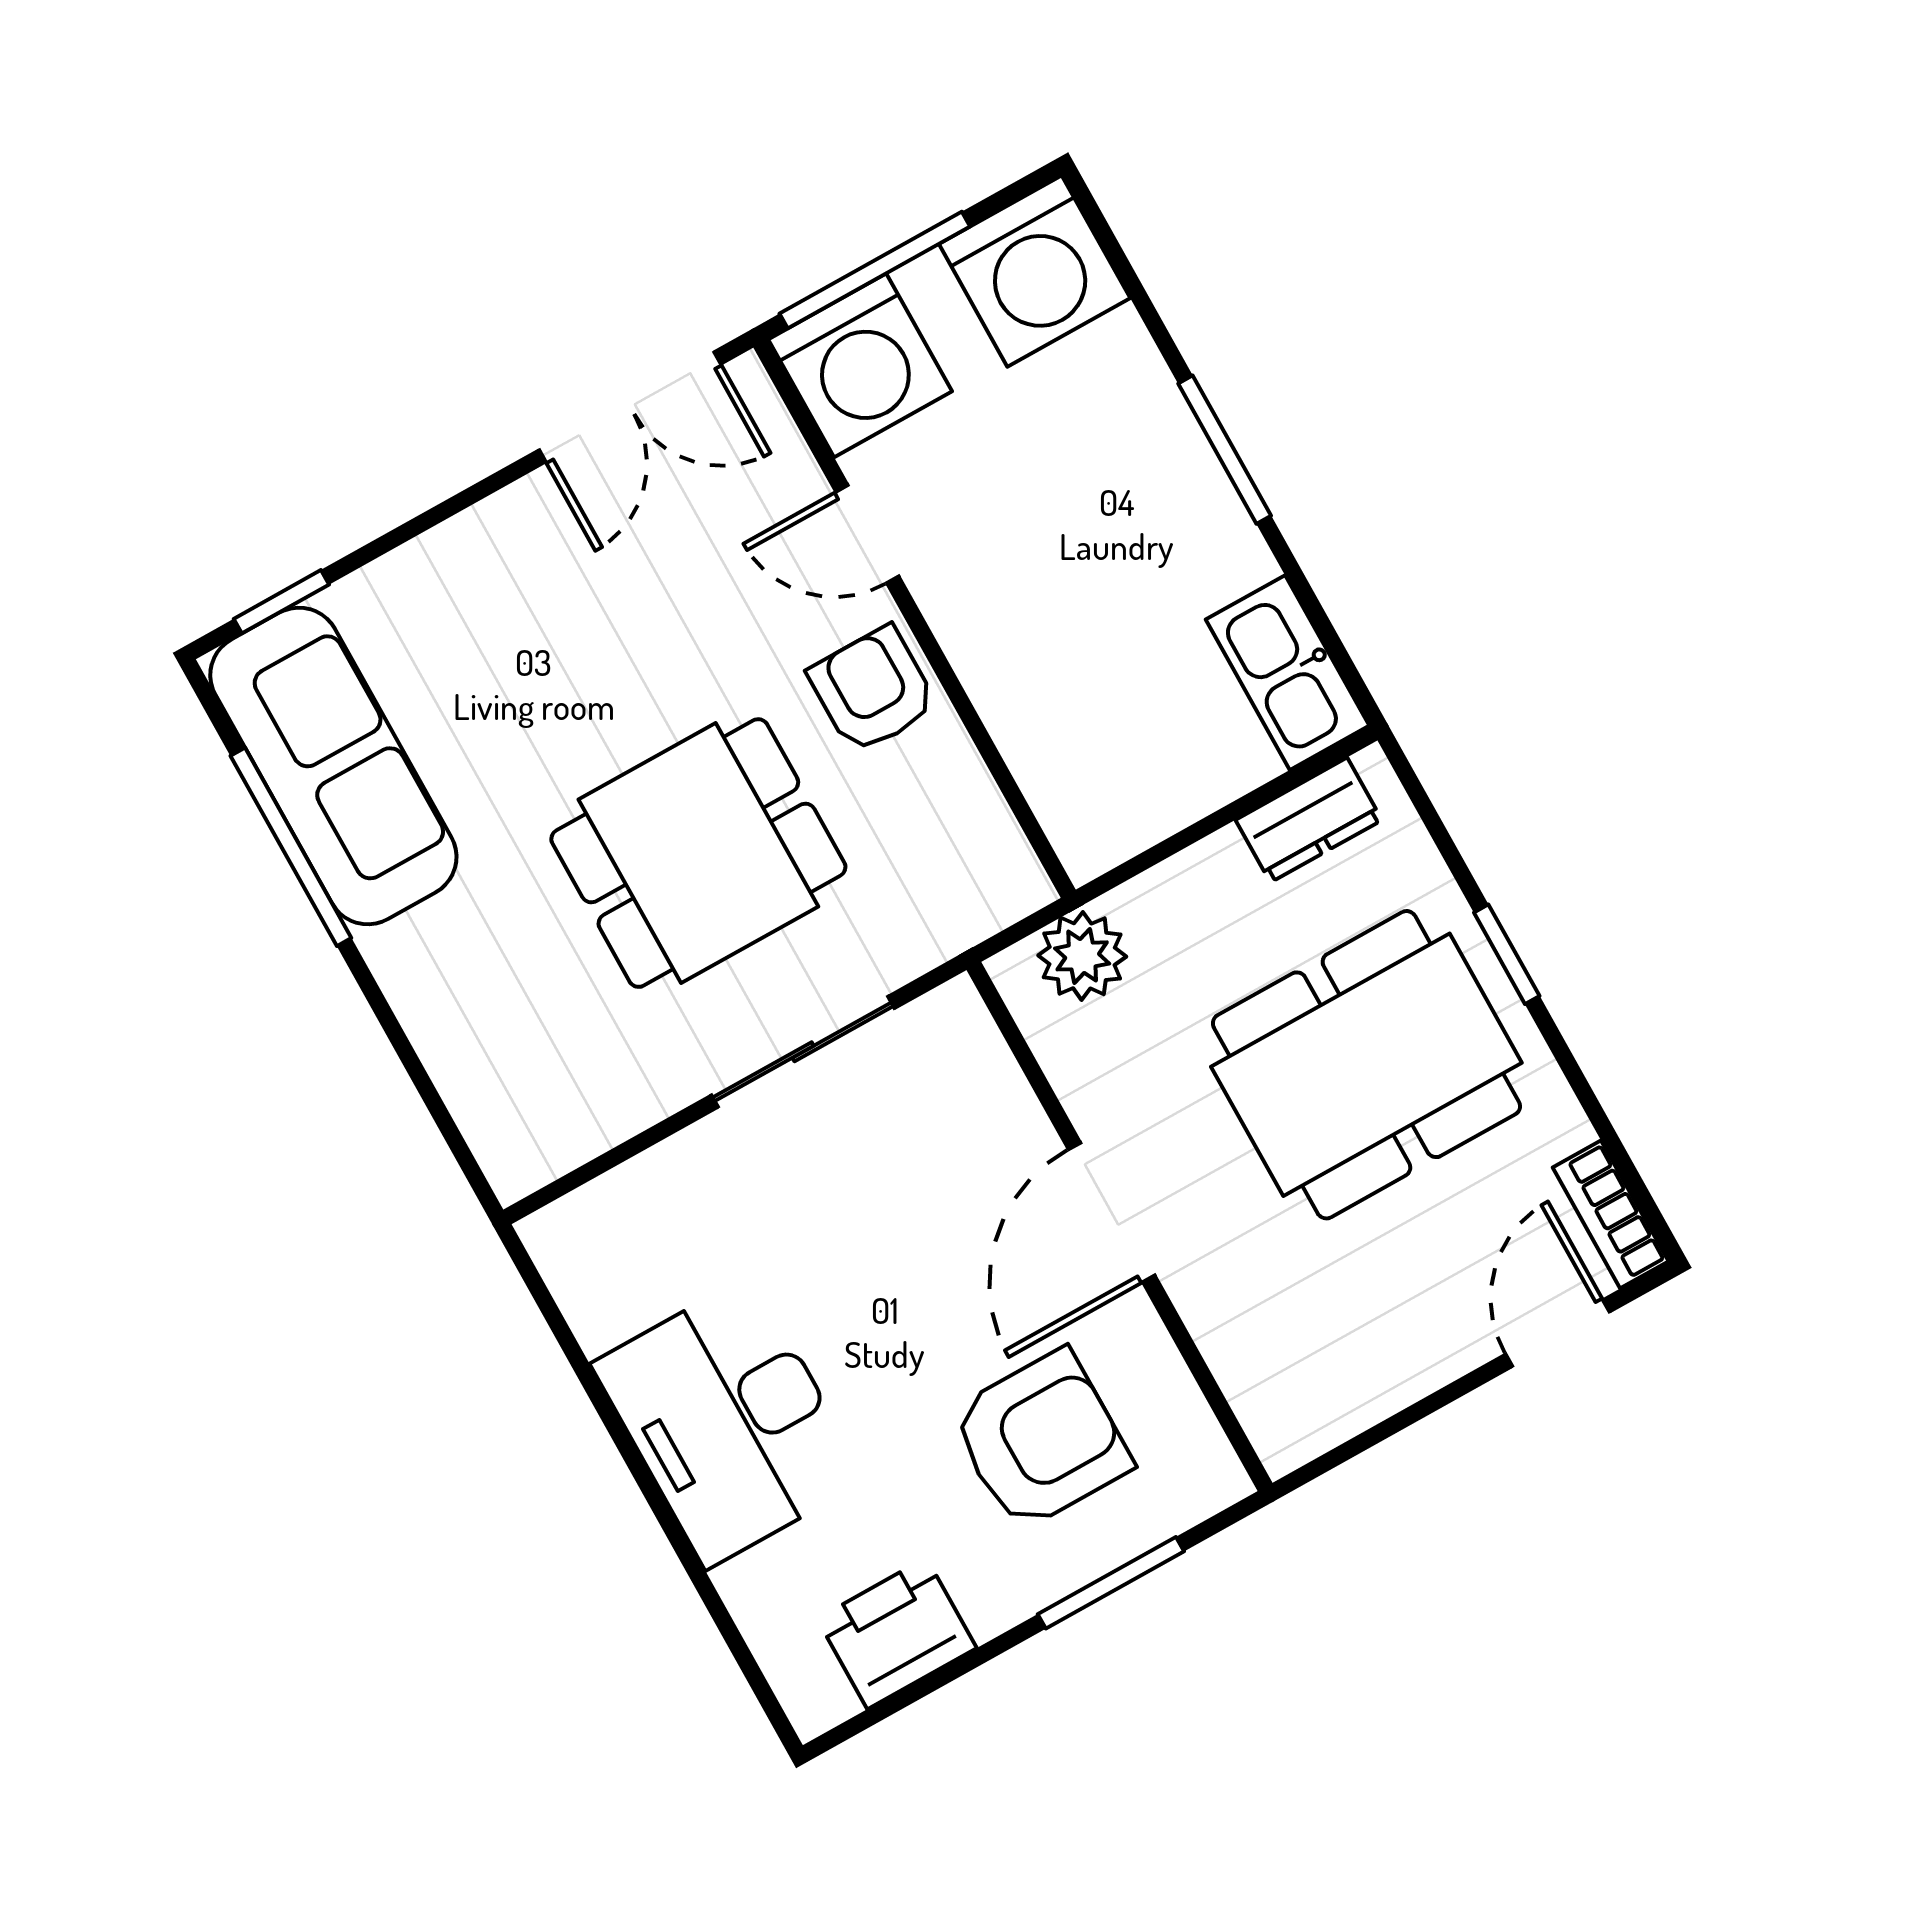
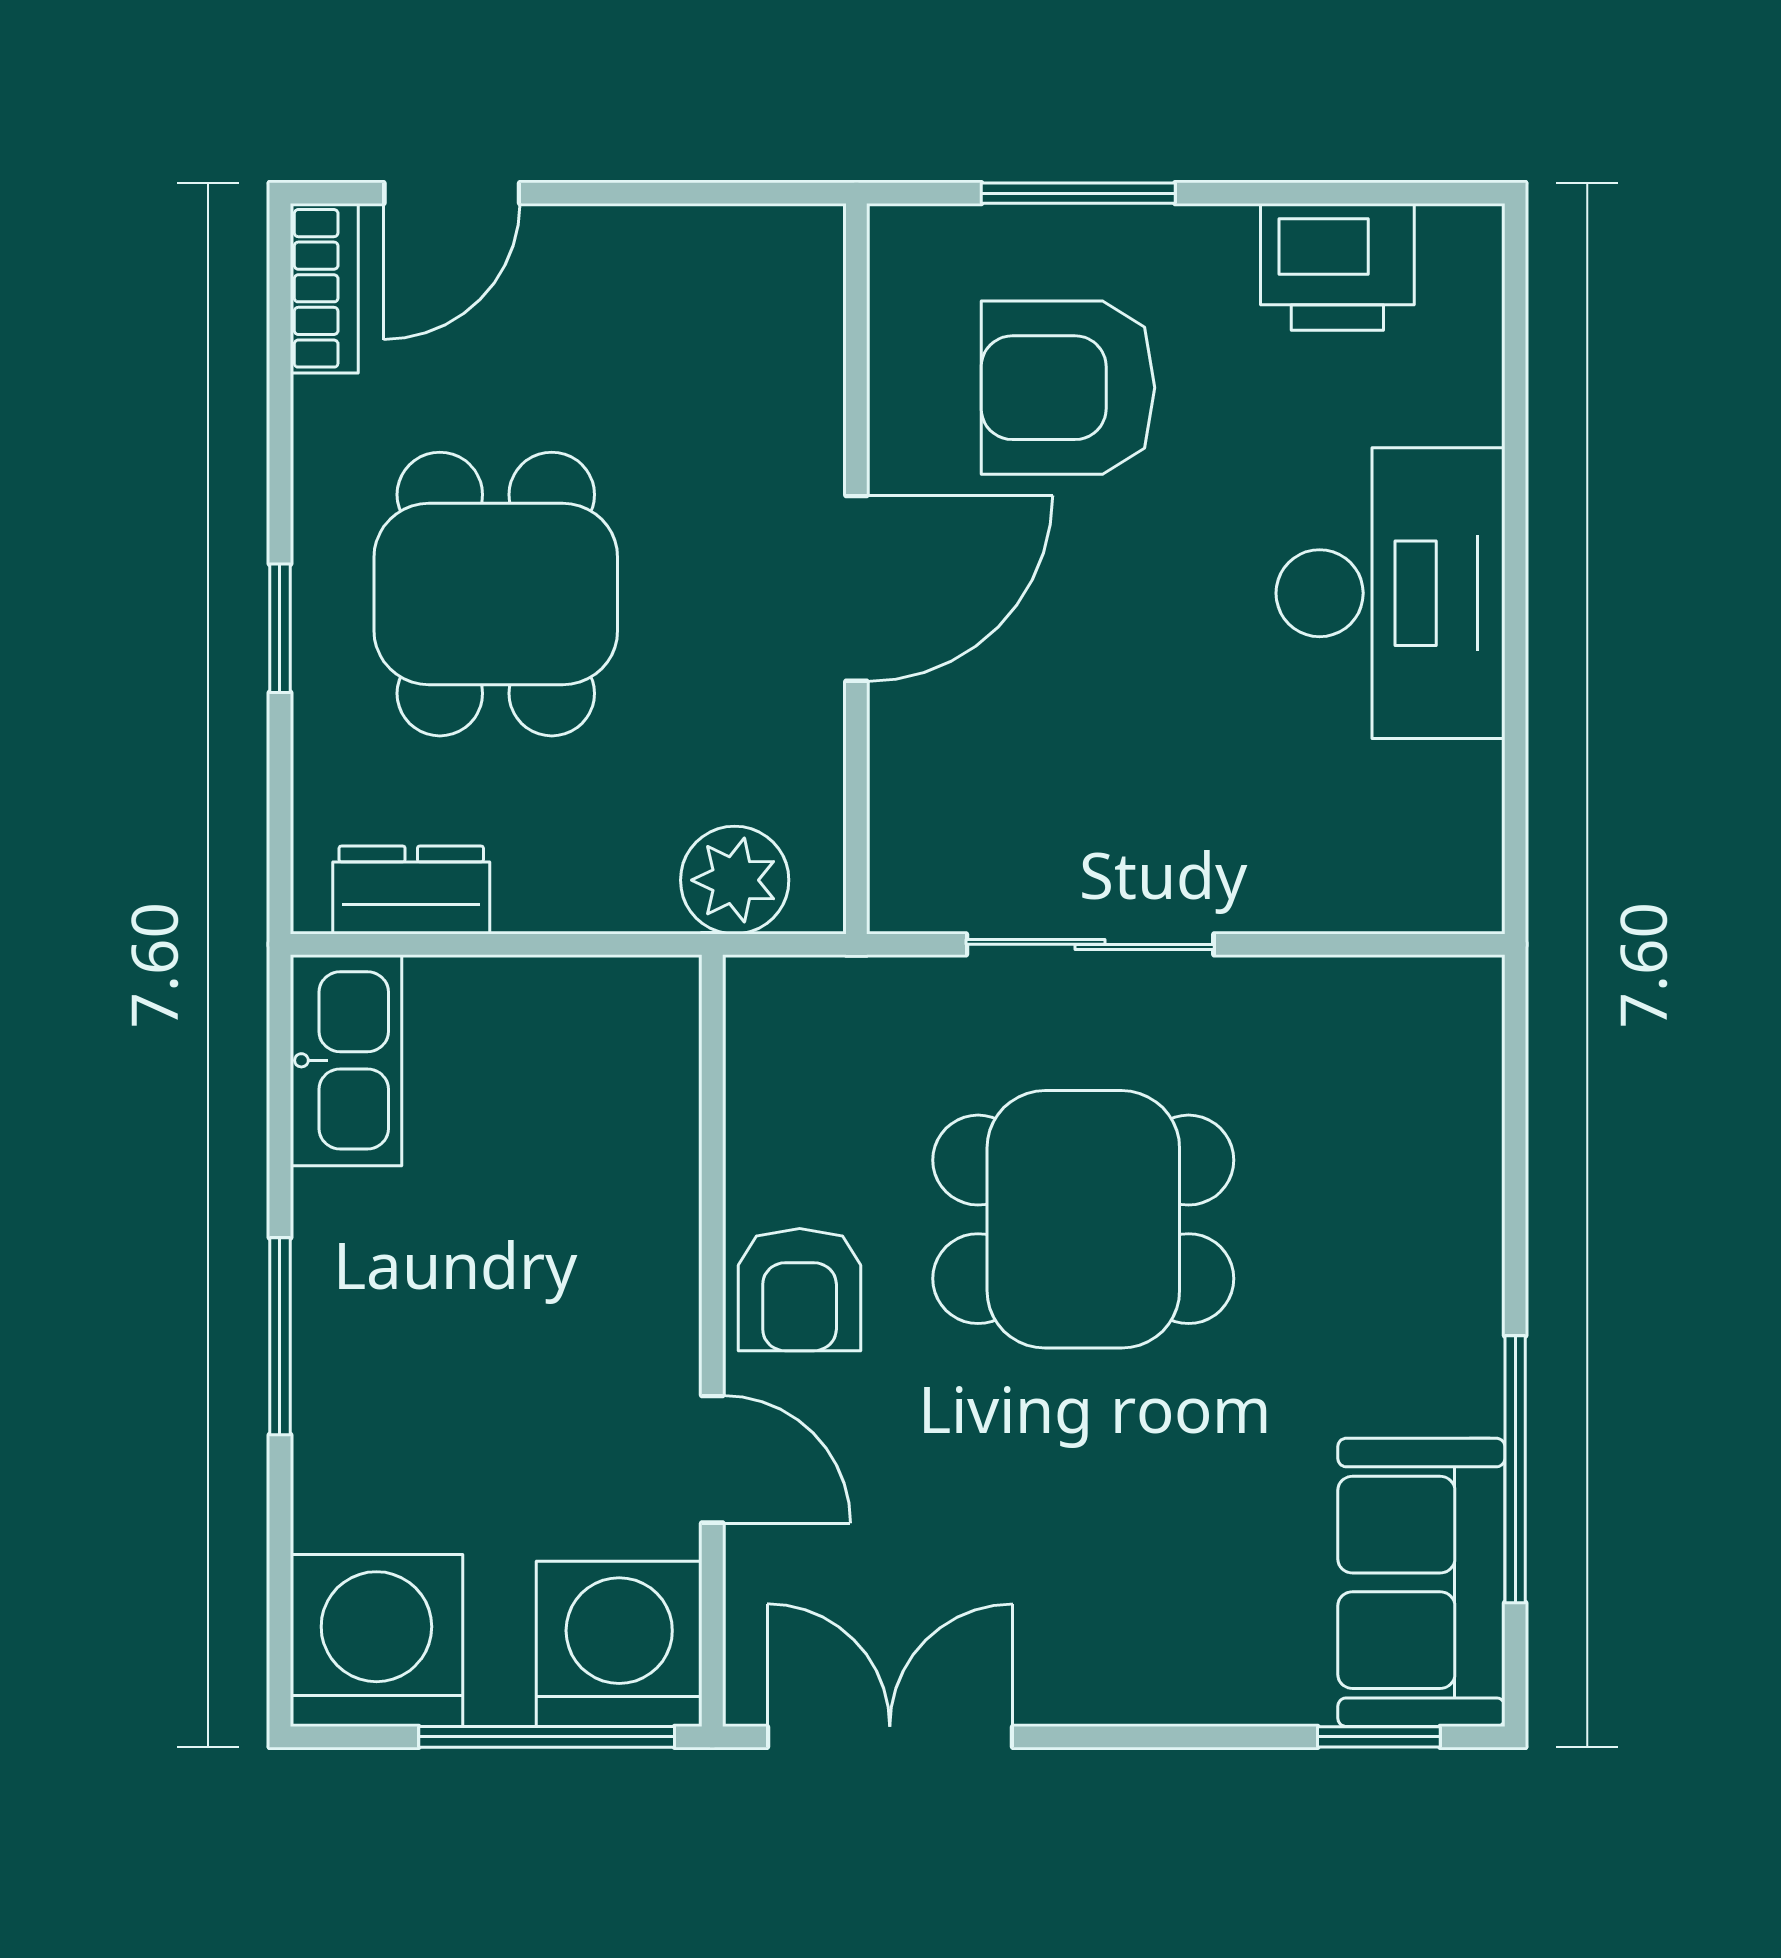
sofa: (333, 766) -> (1421, 1582), width x0.73
dining table: (1366, 1065) -> (496, 594), width x0.73

